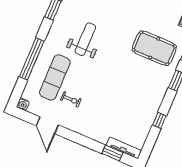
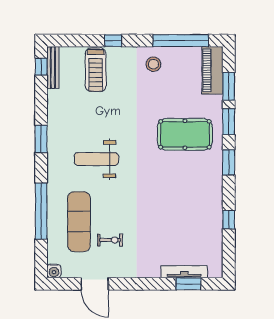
weight bench: (85, 39) -> (96, 159), turned -90
tv unit: (124, 148) -> (184, 272), moved

